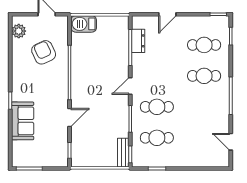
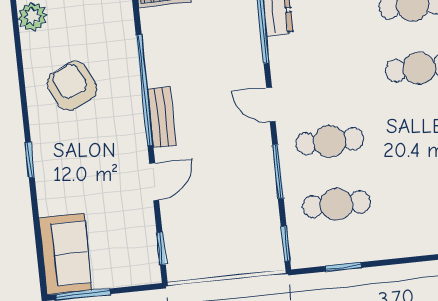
armchair: (44, 52) -> (72, 86), moved
door: (130, 86) -> (271, 105), hinge flipped
sofa: (23, 121) -> (65, 254), moved
bench: (123, 153) -> (162, 117), moved

